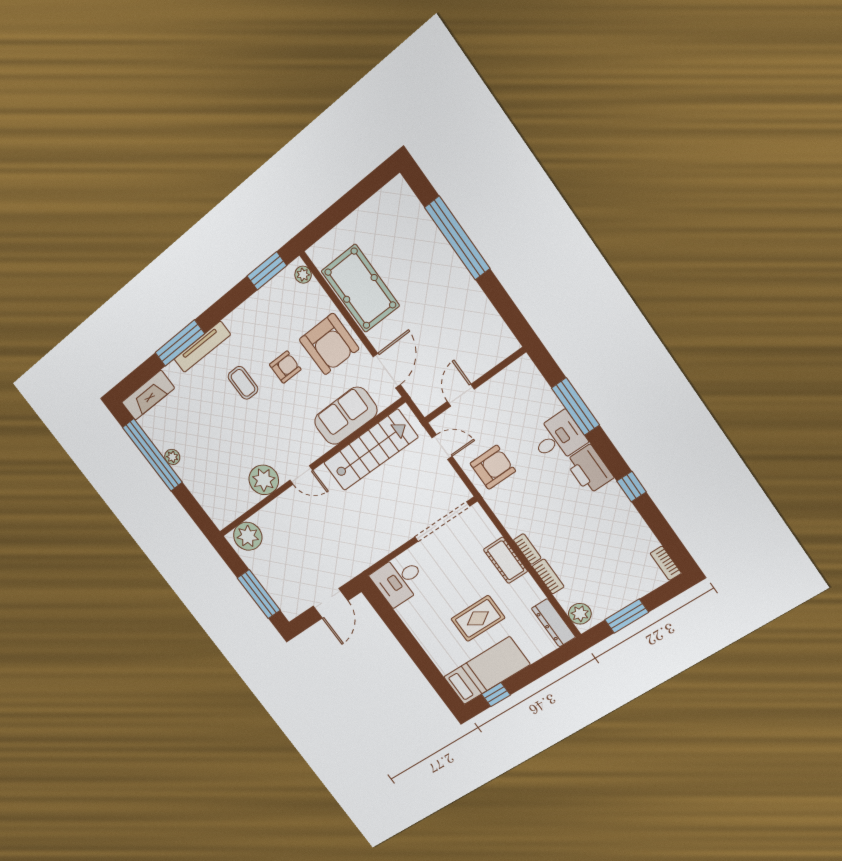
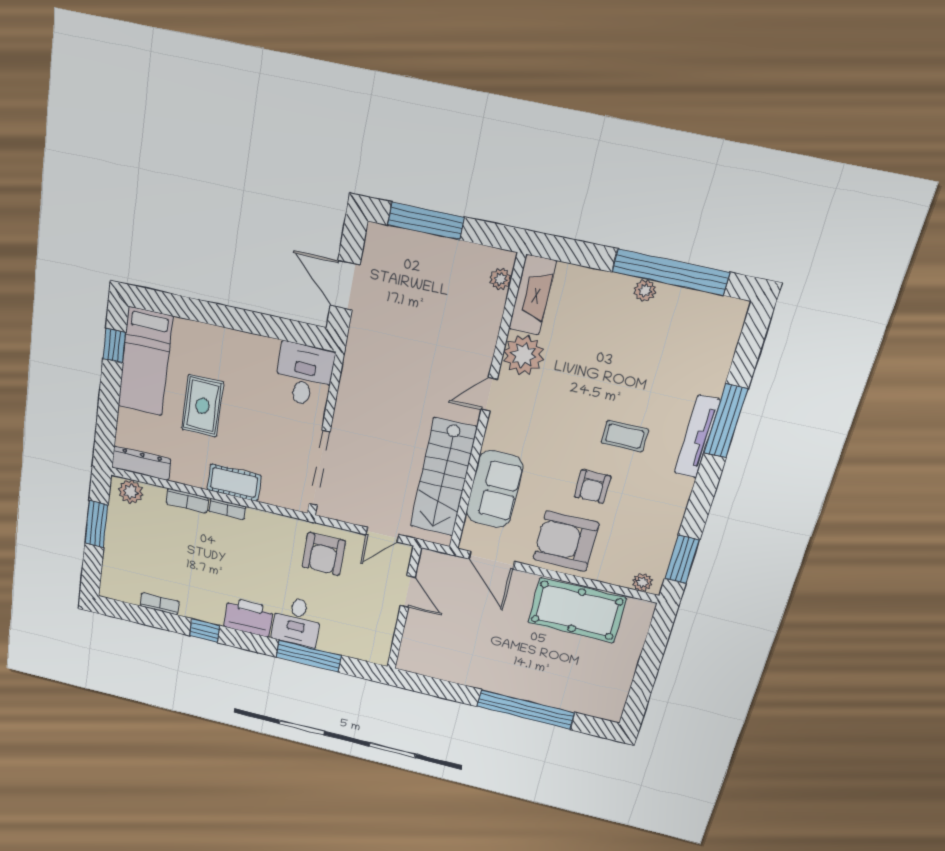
fireplace: (148, 395) -> (532, 295), moved, turned 180
plant: (248, 536) -> (500, 279), width x0.53, depth x0.53
bookcase: (666, 563) -> (160, 604), moved

